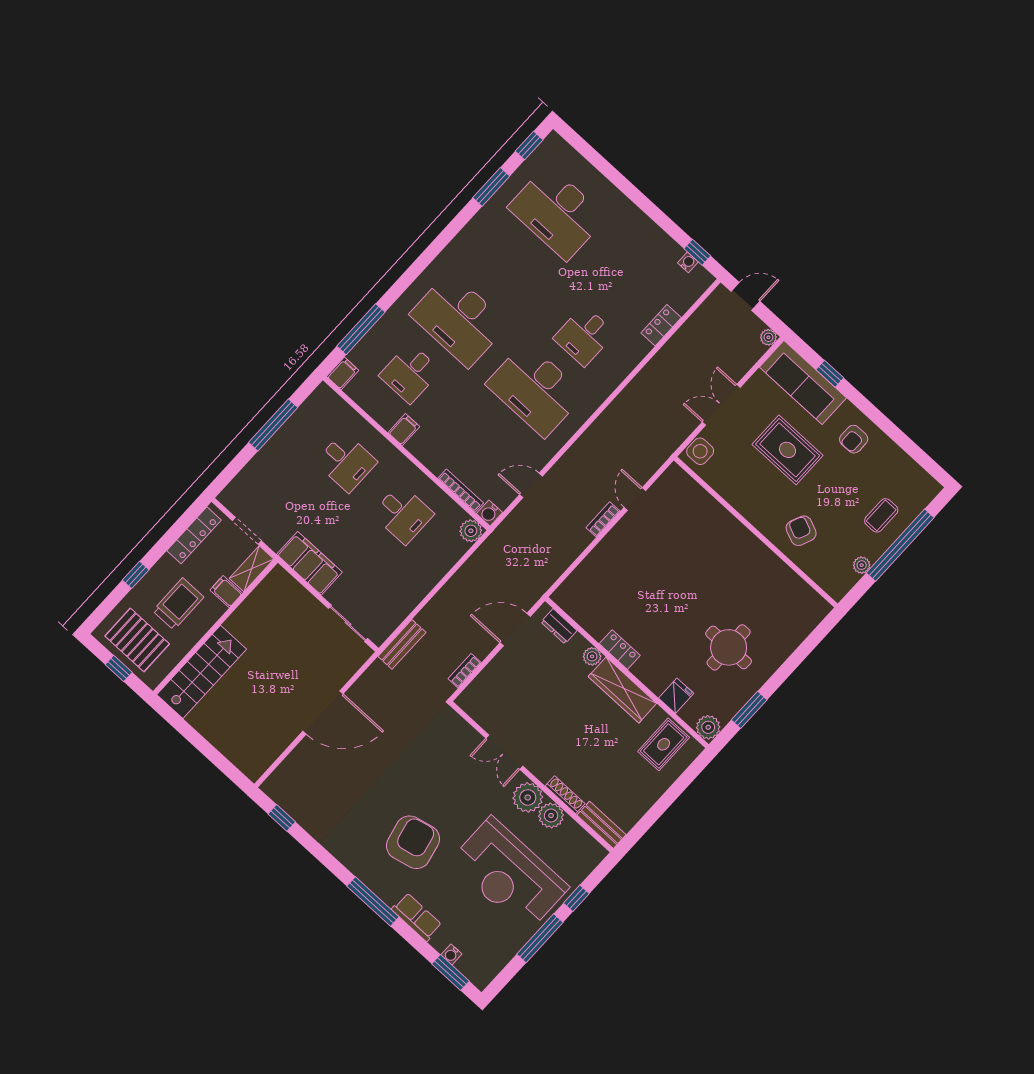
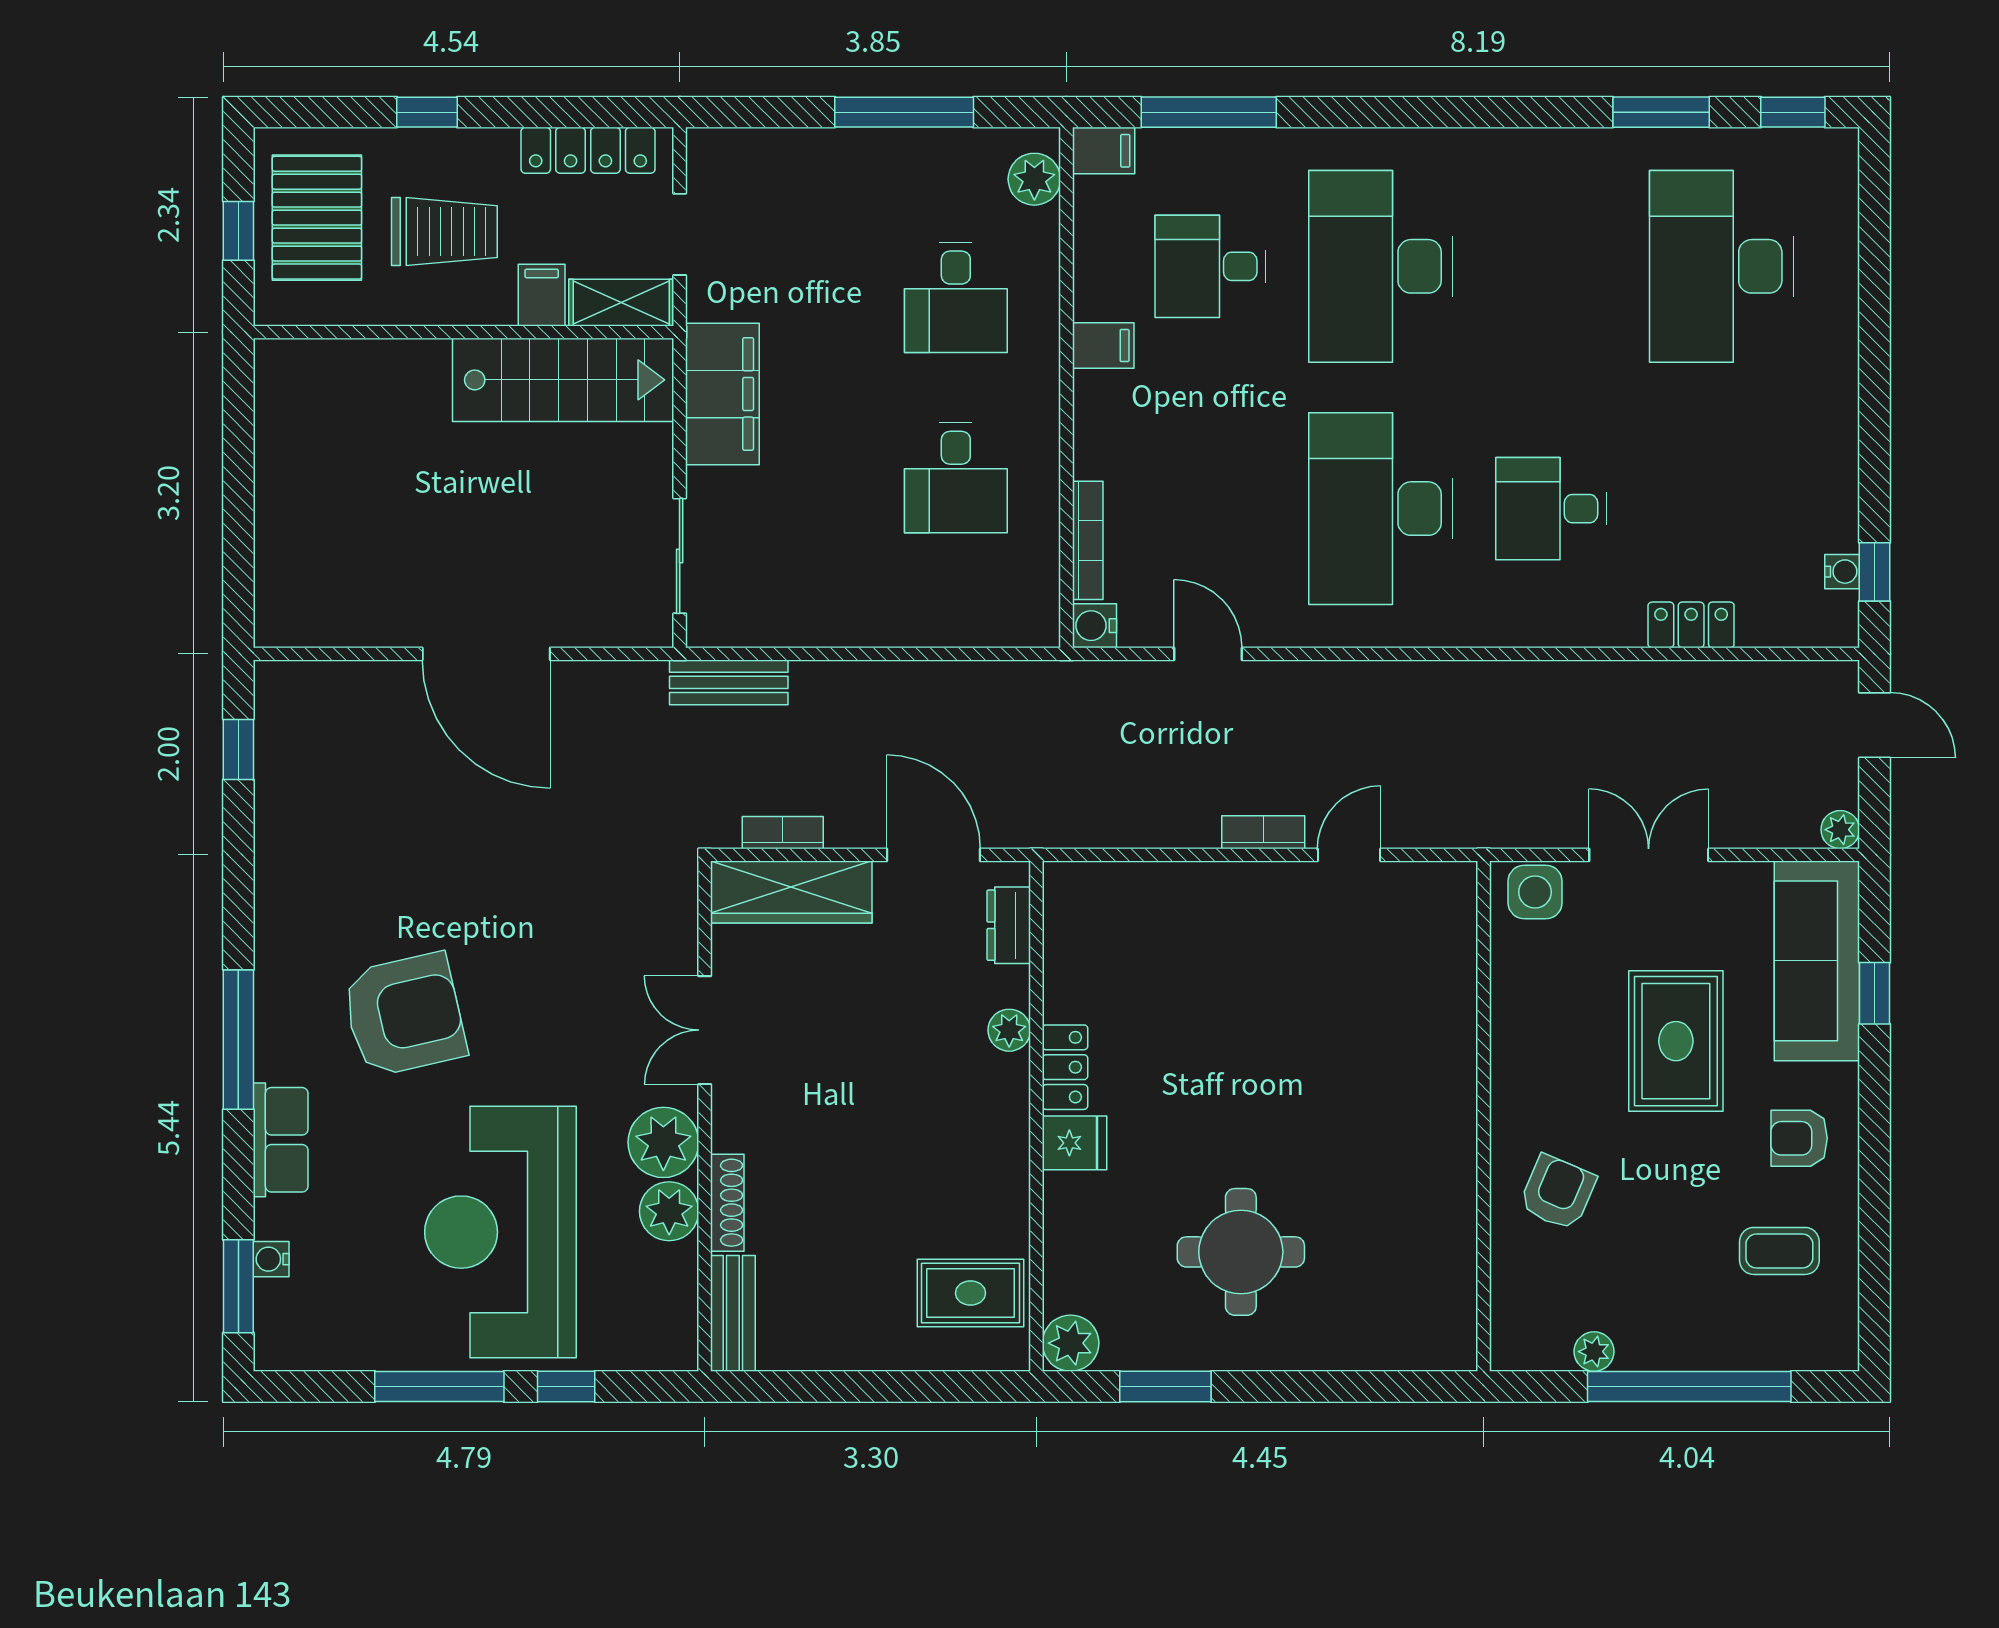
coffee table: (881, 515) -> (1779, 1251), moved
plant: (471, 531) -> (1034, 179), moved
stairs: (202, 672) -> (563, 380), moved
wardrobe: (622, 690) -> (791, 892), moved, turned -90
fridge: (676, 696) -> (1075, 1143), moved

